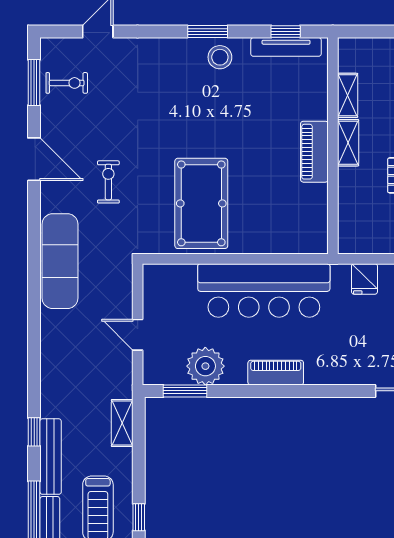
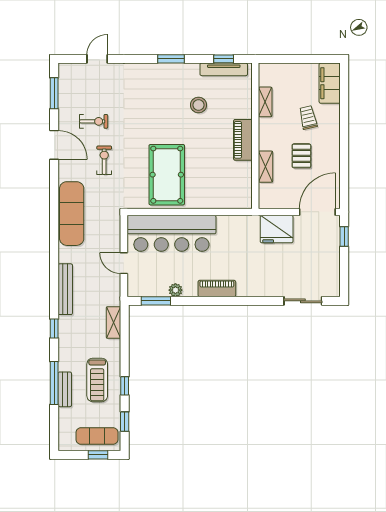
stool: (220, 57) -> (198, 105), moved
exercise bike: (67, 83) -> (94, 121), moved
shelving: (348, 143) -> (266, 167), moved
fridge: (364, 279) -> (277, 229), width x1.88, depth x1.34
bar counter: (264, 290) -> (171, 233), moved
plant: (205, 366) -> (175, 290), width x0.53, depth x0.53
bench: (51, 457) -> (65, 289), moved

